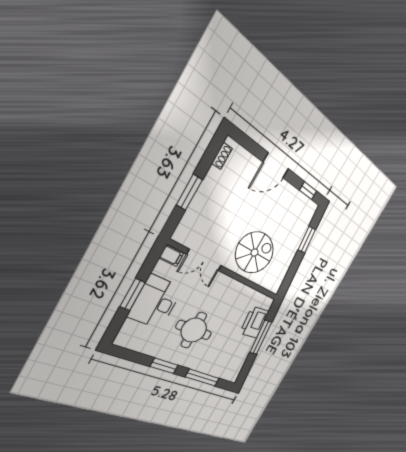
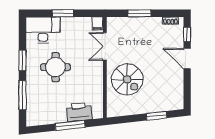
window: (308, 191) -> (187, 34), moved
desk: (156, 302) -> (43, 30), moved

